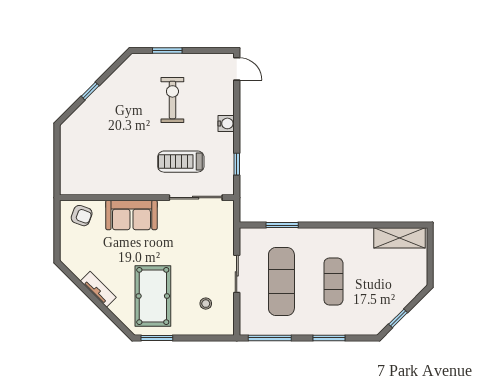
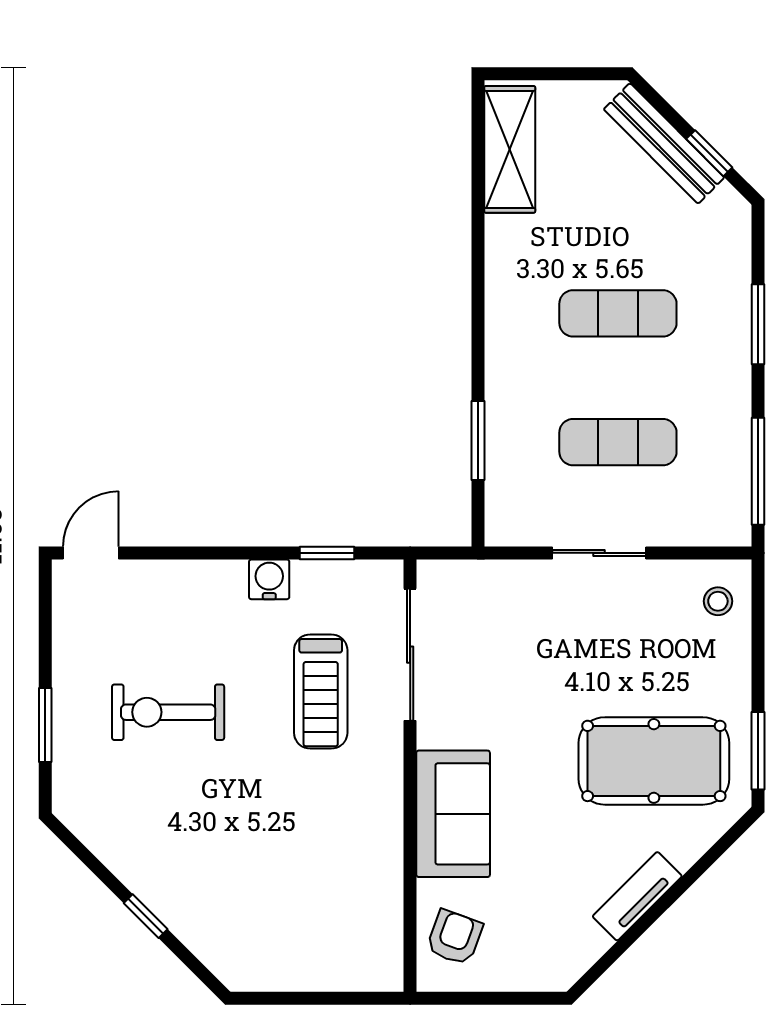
water cooler: (226, 123) -> (269, 579), moved
exercise mat: (281, 282) -> (618, 442), width x0.73, depth x0.69
bench: (402, 300) -> (664, 143), added
stool: (206, 304) -> (718, 601), moved

